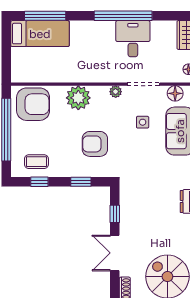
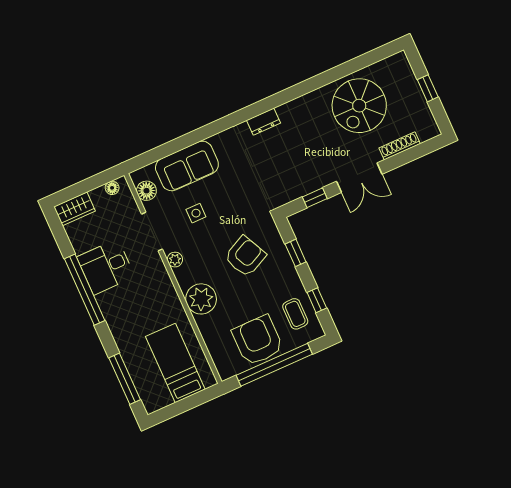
bed: (40, 34) -> (175, 363), moved
armchair: (33, 104) -> (258, 340), moved
armchair: (95, 144) -> (245, 256), turned -116

